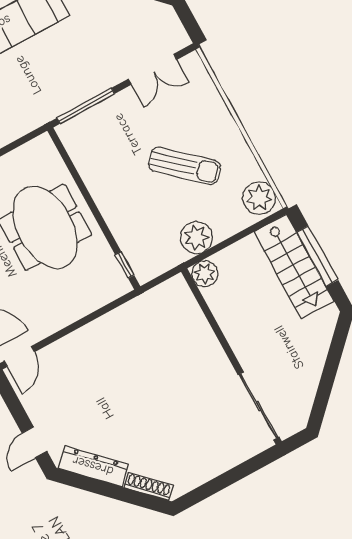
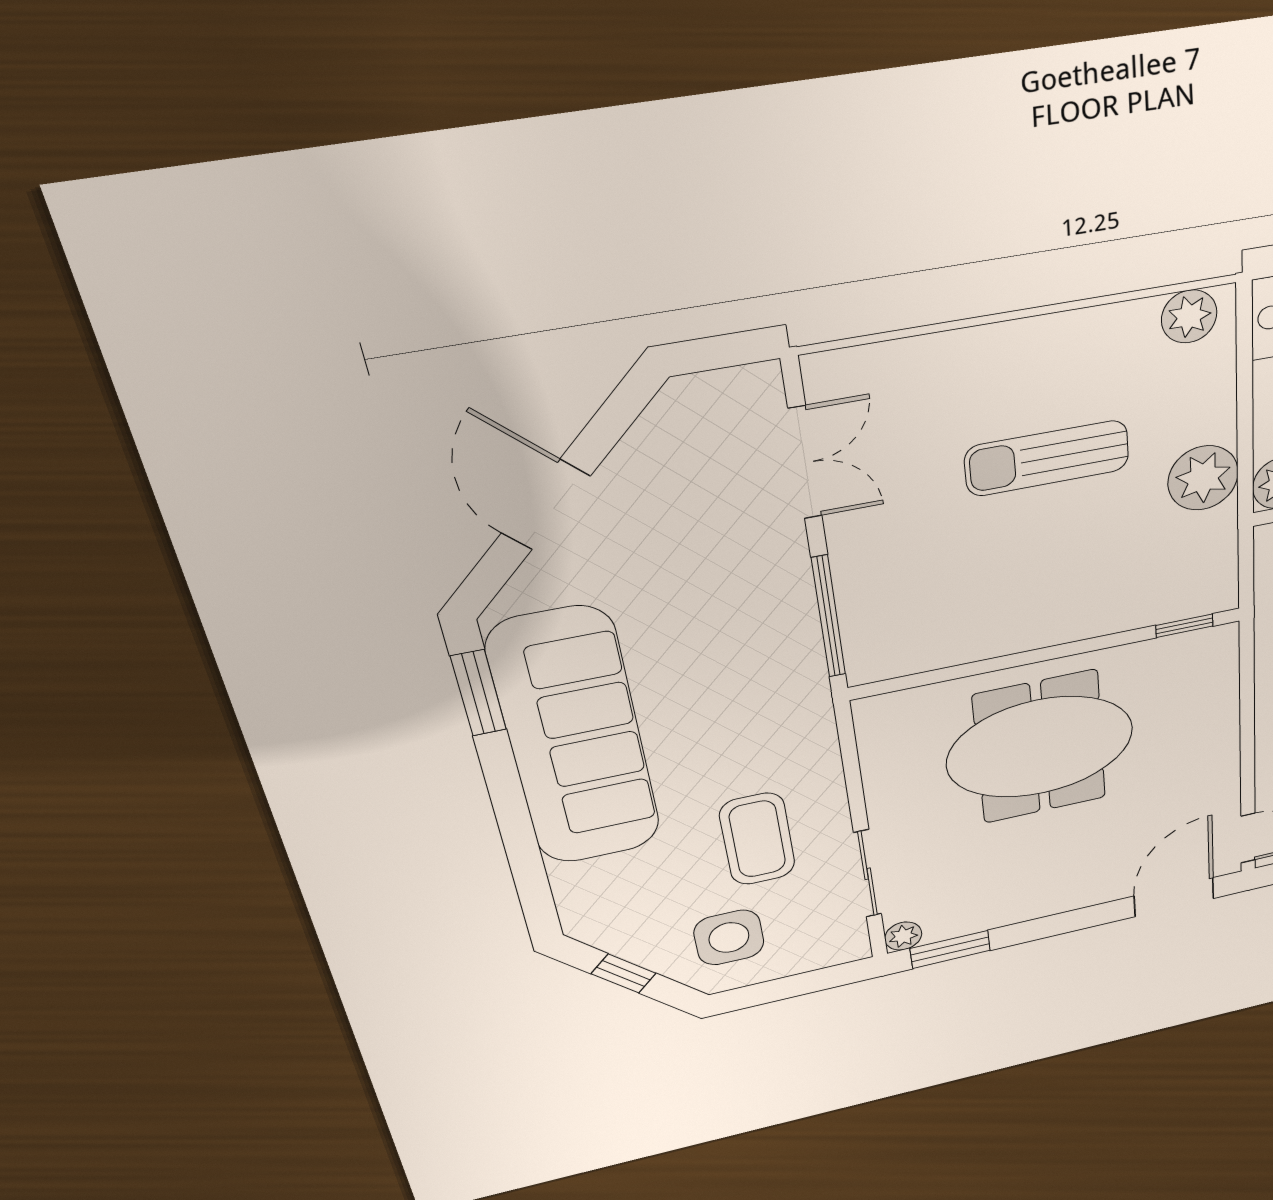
sun lounger: (184, 166) -> (1047, 458), turned -132
plant: (259, 198) -> (1189, 316), width x0.73, depth x0.73

